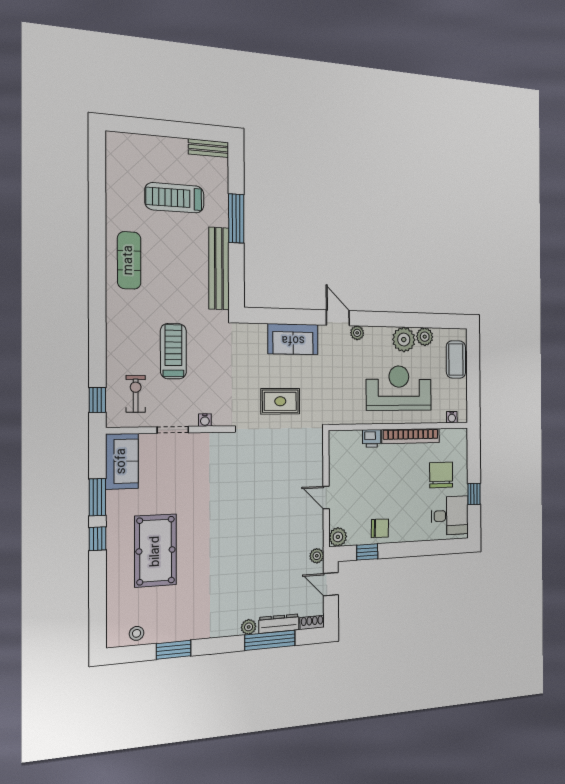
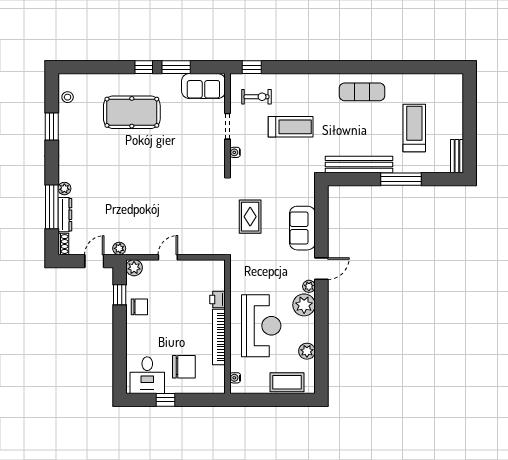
plant: (404, 340) -> (304, 305), moved
chair: (380, 528) -> (139, 307), turned -91

